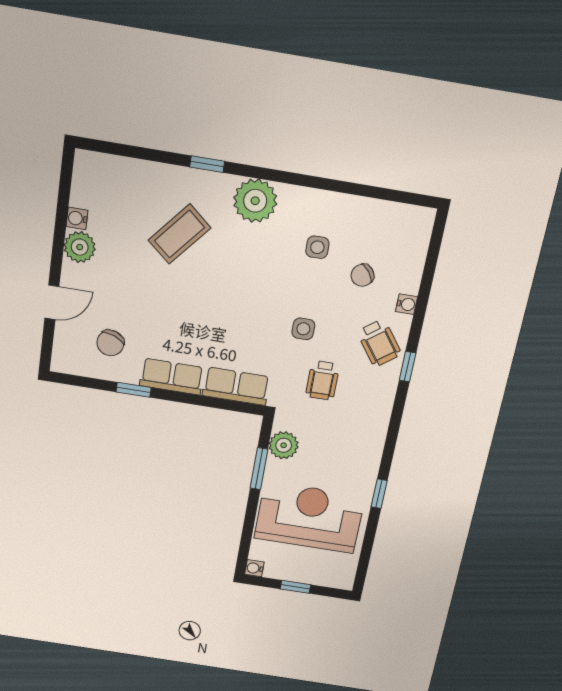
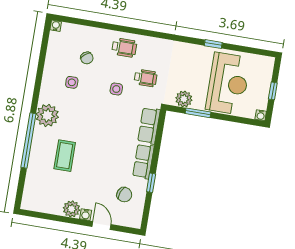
window: (207, 164) -> (28, 140), width x3.17
water cooler: (77, 218) -> (86, 215), moved
coffee table: (179, 234) -> (65, 156), turned 50
water cooler: (407, 304) -> (56, 26), moved
wheelchair: (379, 343) -> (124, 47), turned 37
window: (408, 367) -> (138, 31), removed
reception desk: (309, 517) -> (228, 84), turned 180

